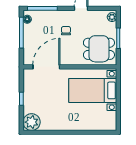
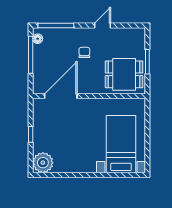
plant: (112, 17) -> (140, 36), removed
bed with nightstands: (93, 90) -> (121, 144), moved, turned 90

